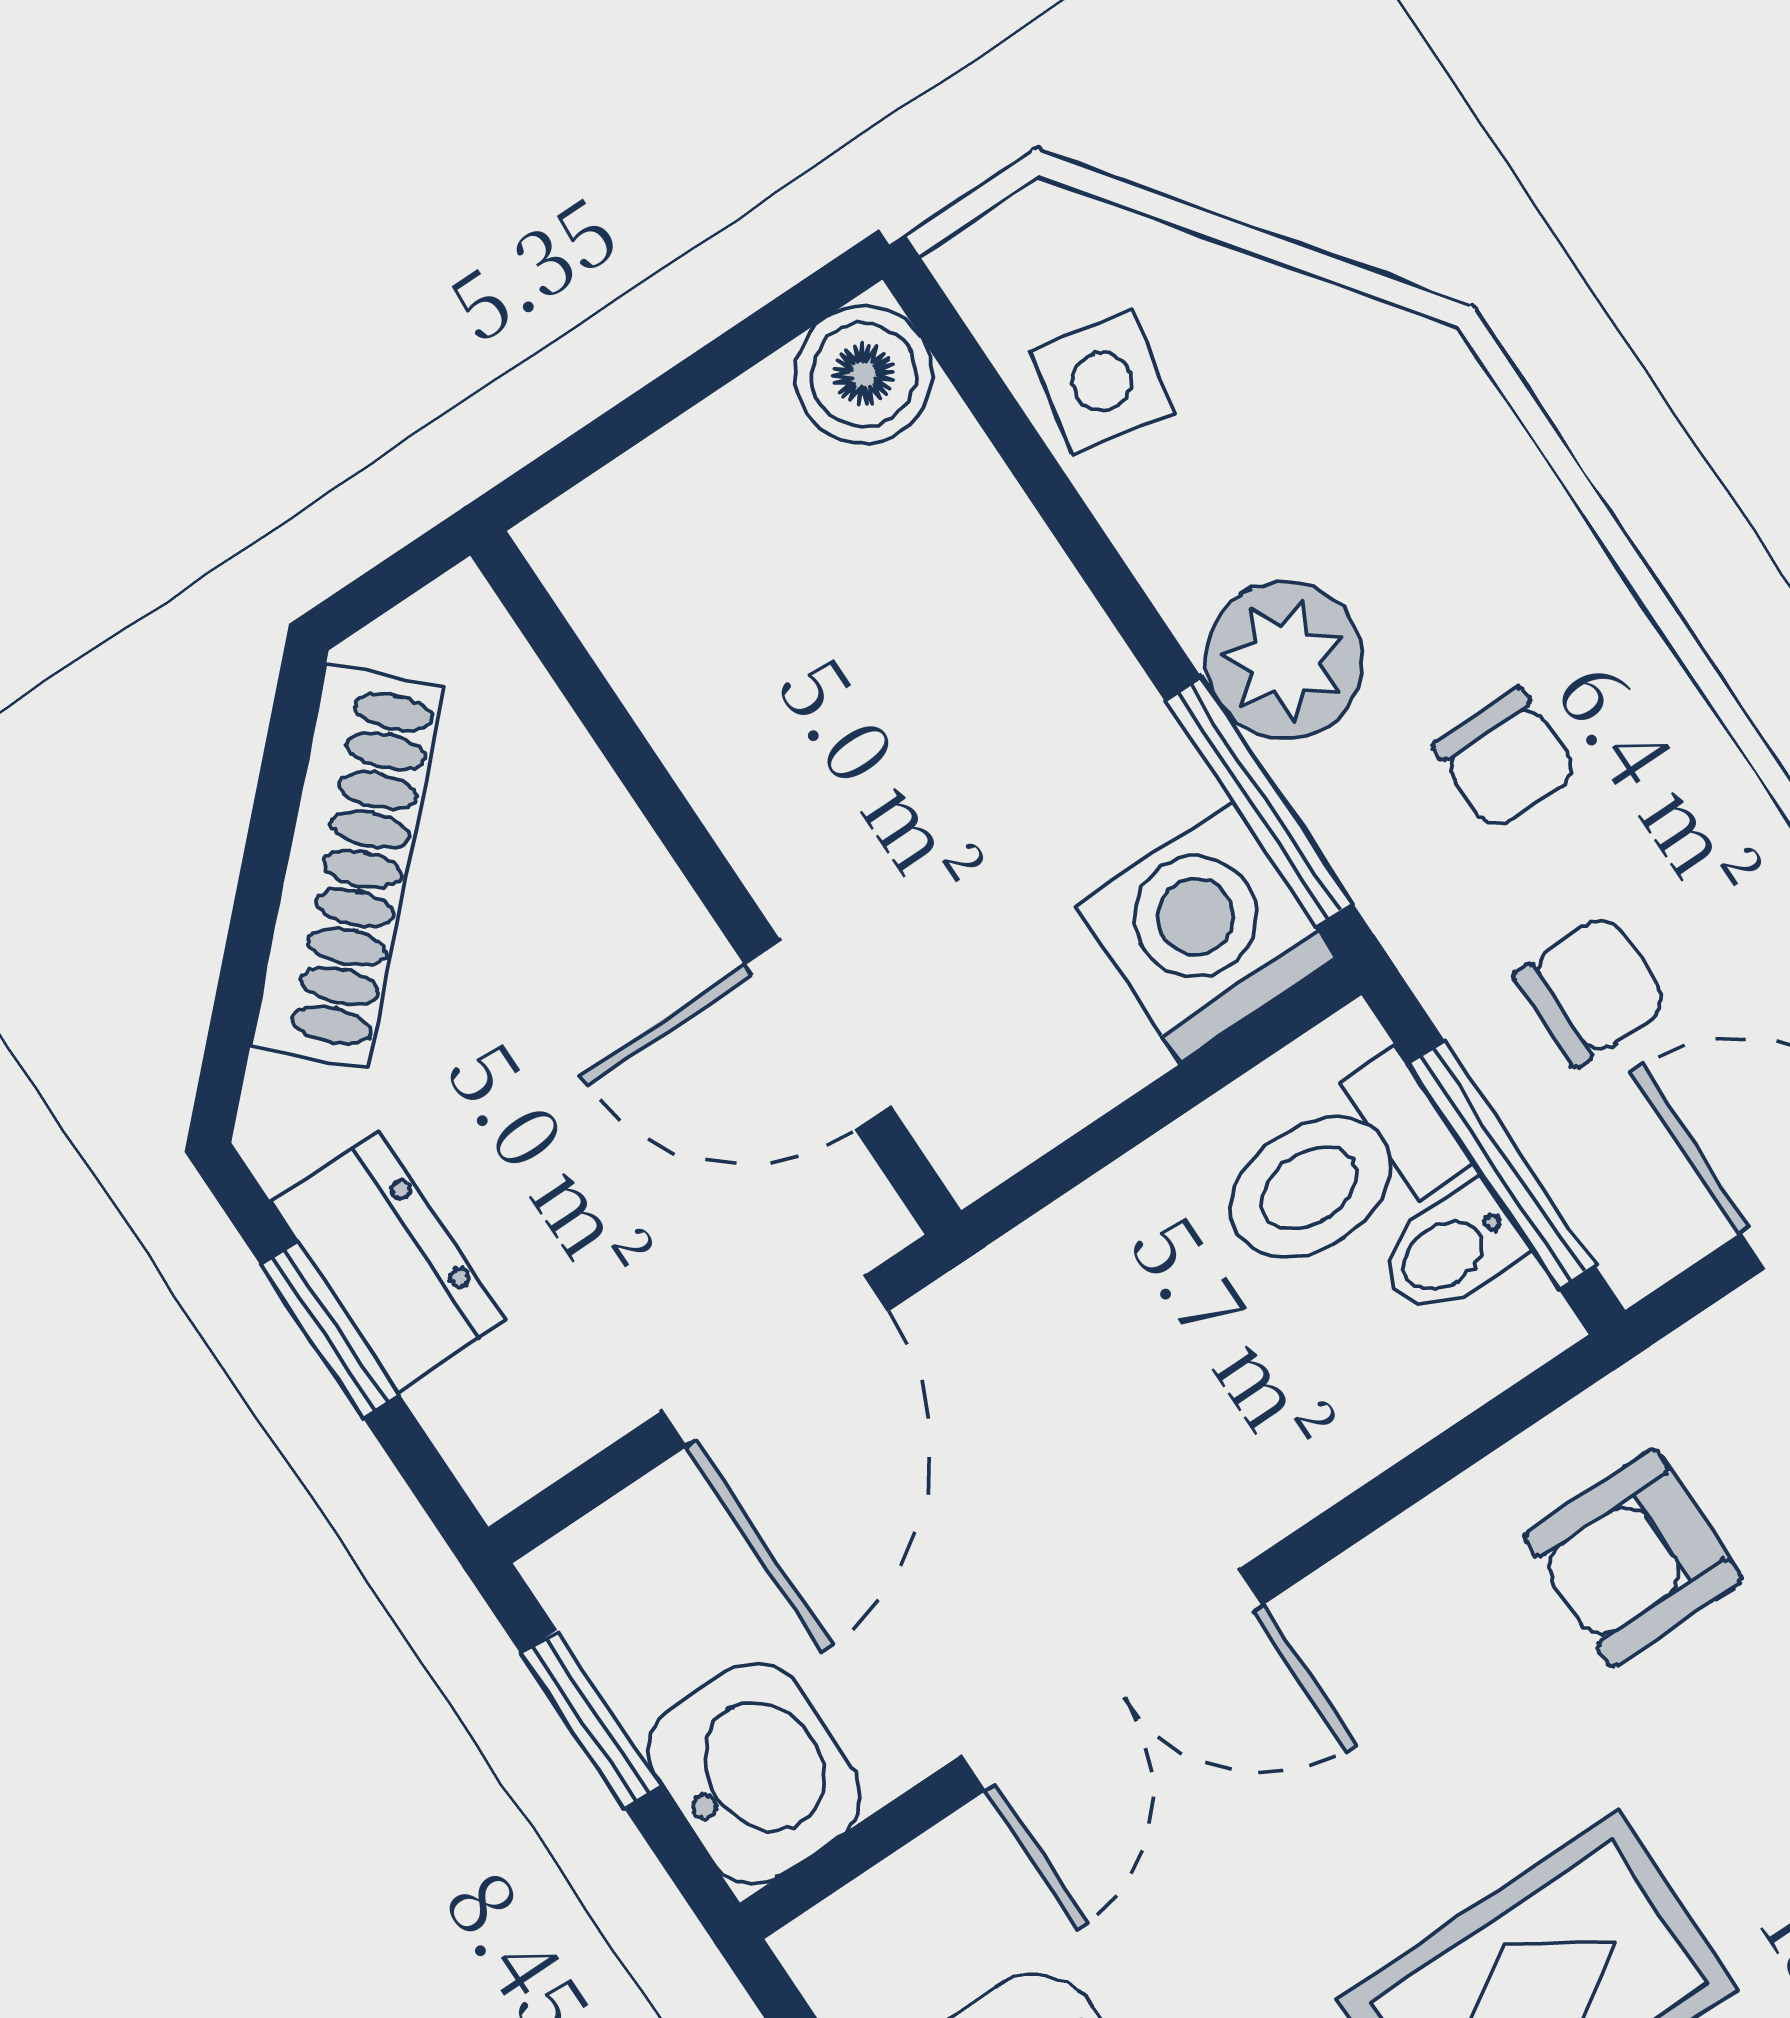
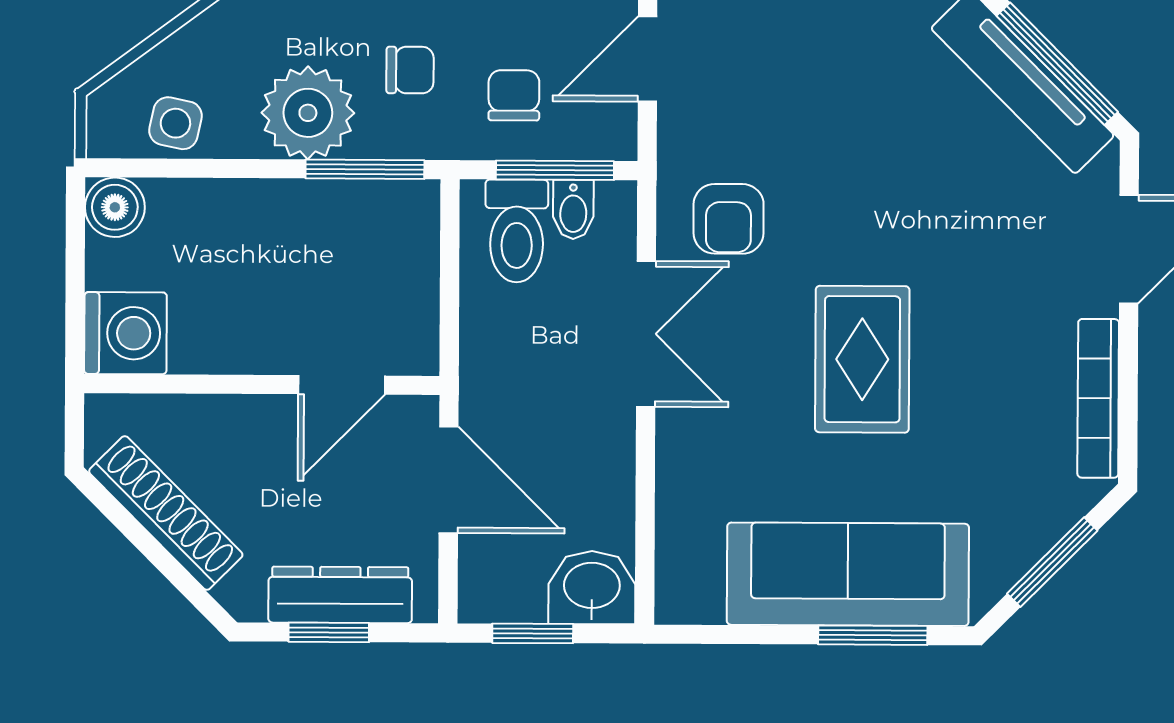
plant: (1285, 660) -> (308, 113), width x1.36, depth x1.36
washing machine: (1206, 933) -> (125, 333), moved, turned 180
dresser: (388, 1262) -> (340, 595), width x1.44
double door: (1112, 1680) -> (646, 334), moved

